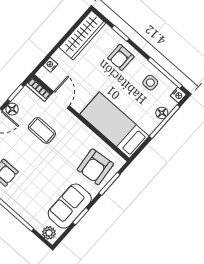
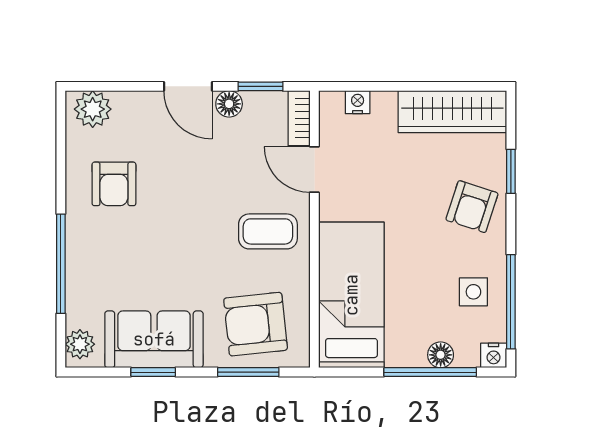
armchair: (121, 57) -> (472, 207), turned -72
door: (60, 100) -> (314, 170), swing flipped
coffee table: (42, 130) -> (268, 231), moved, turned 90

